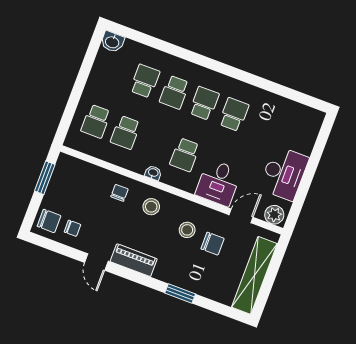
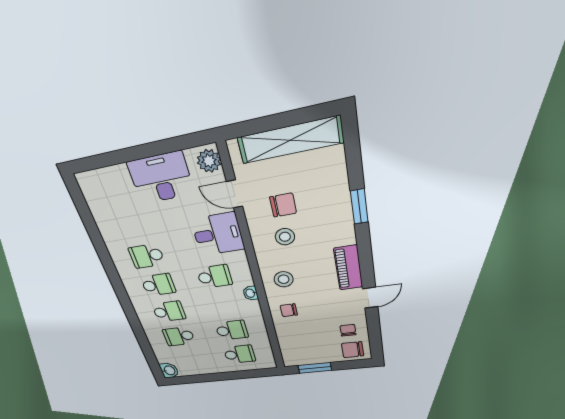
school desk: (204, 103) -> (158, 285), turned 180
chair: (49, 221) -> (353, 350), turned -90
chair: (213, 244) -> (283, 205), turned 90

